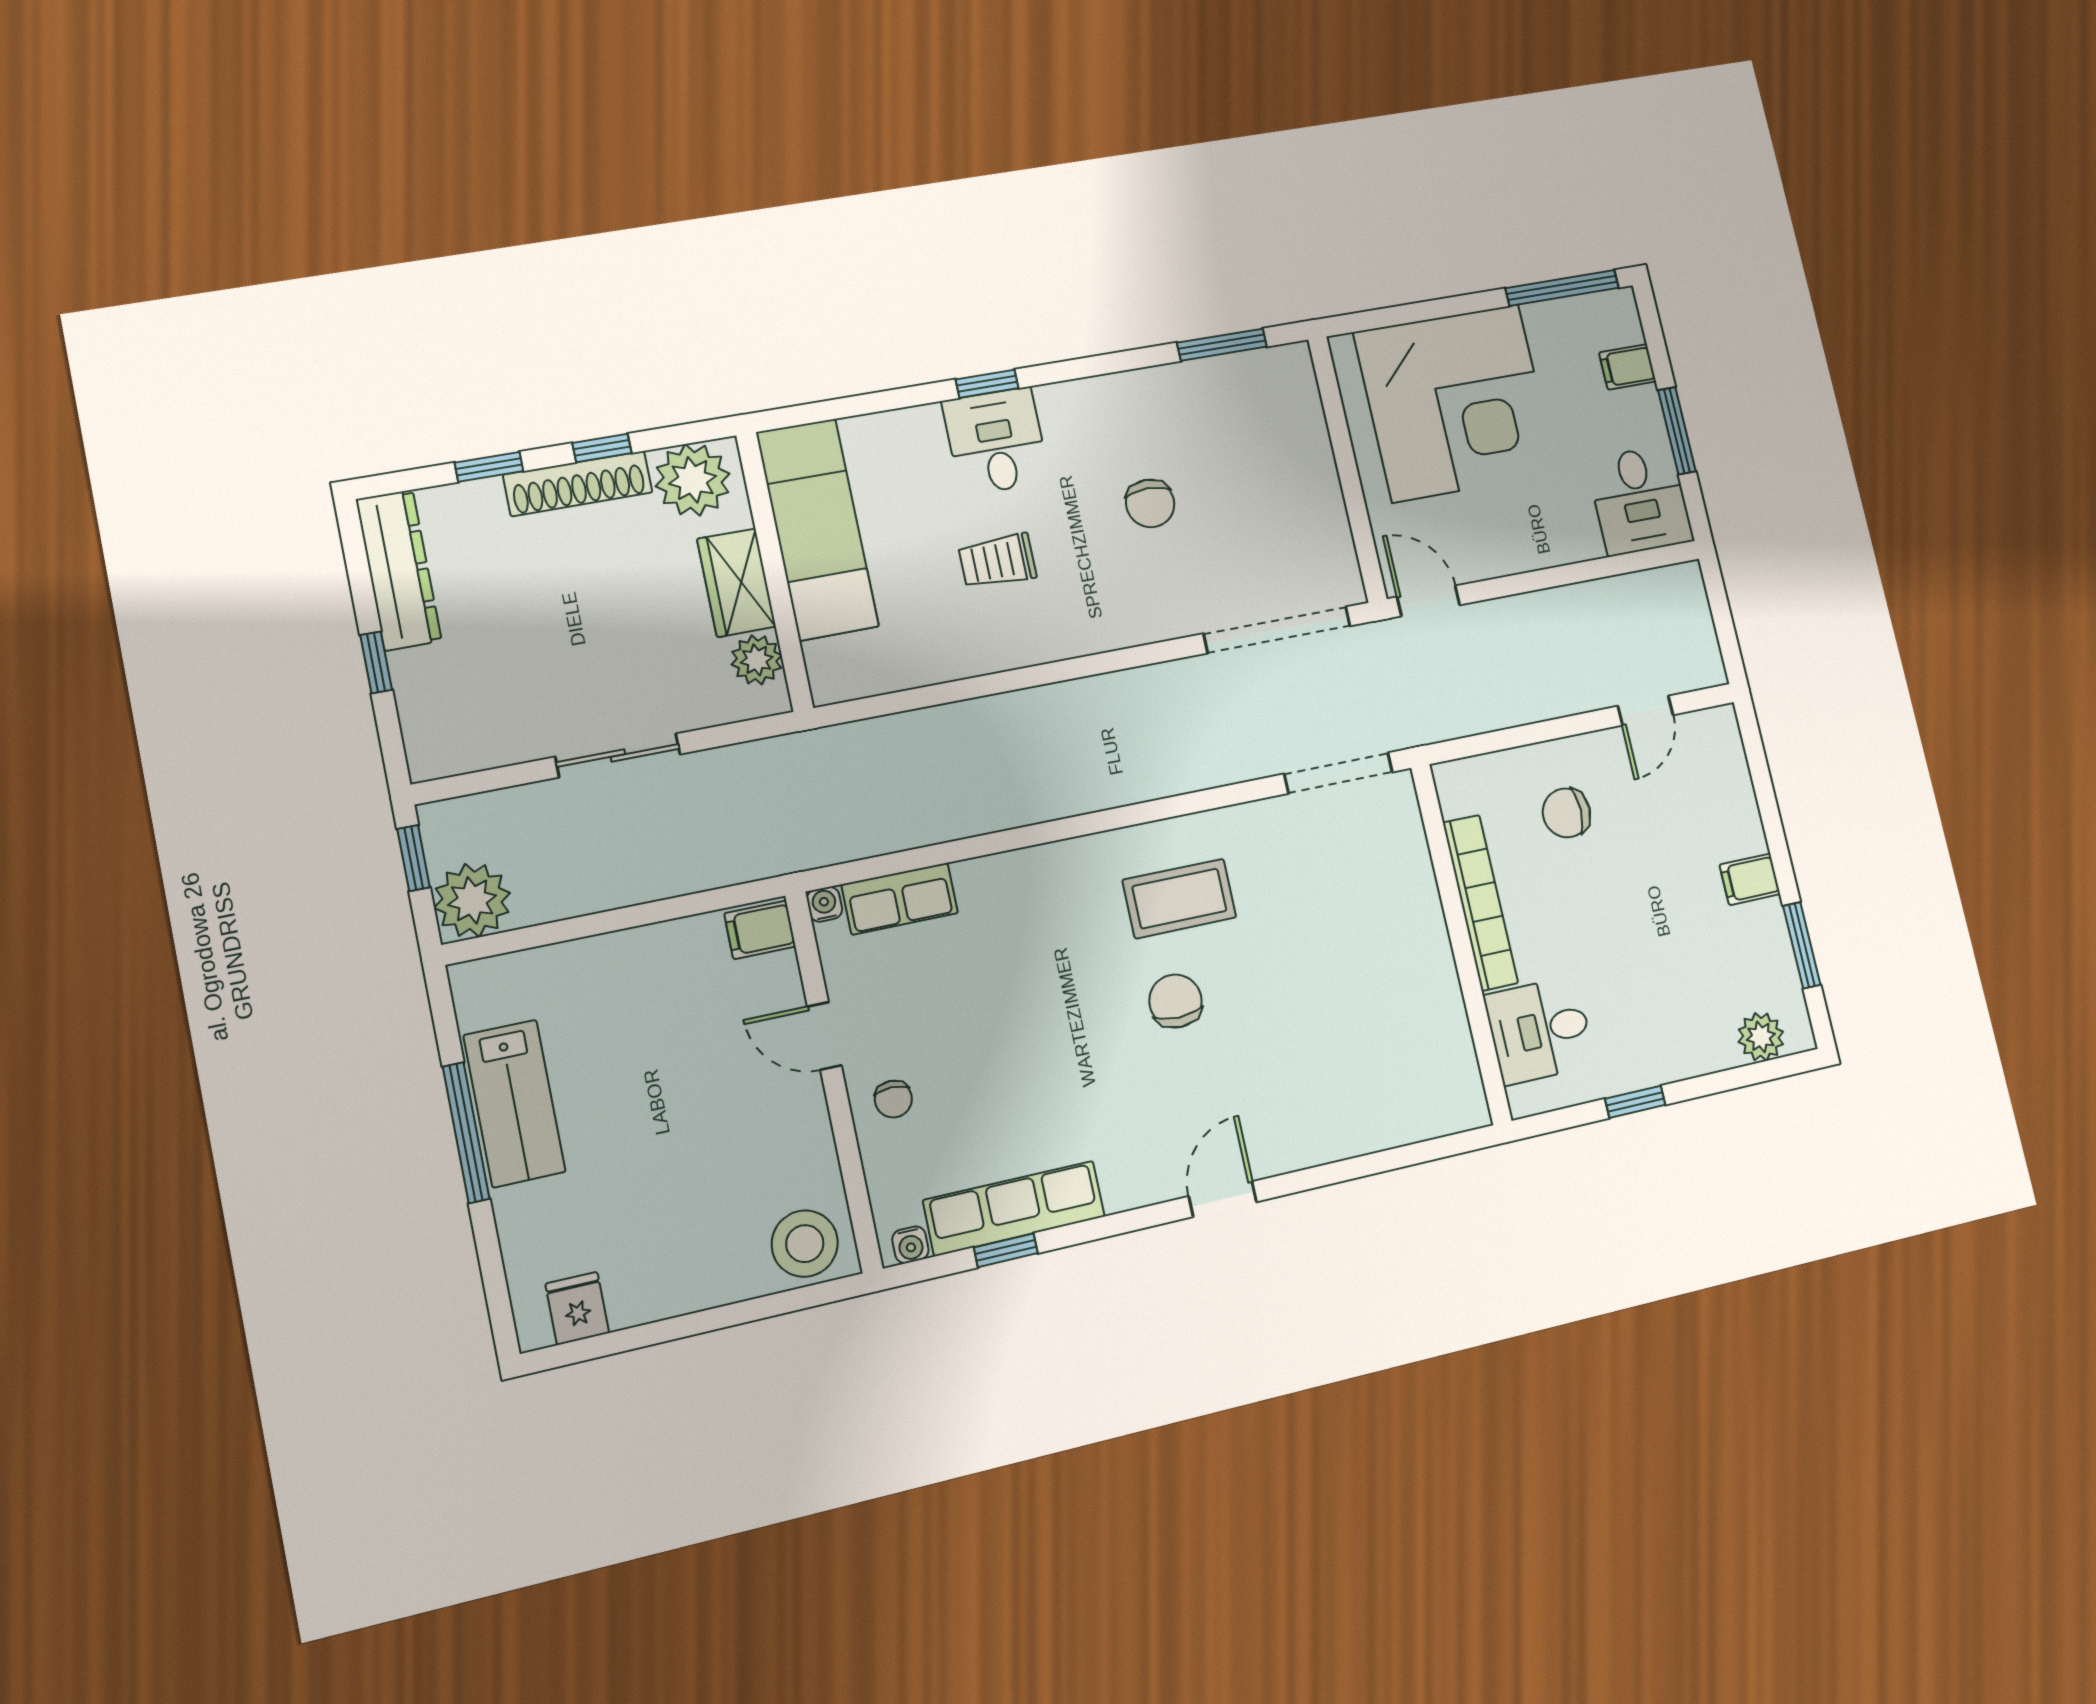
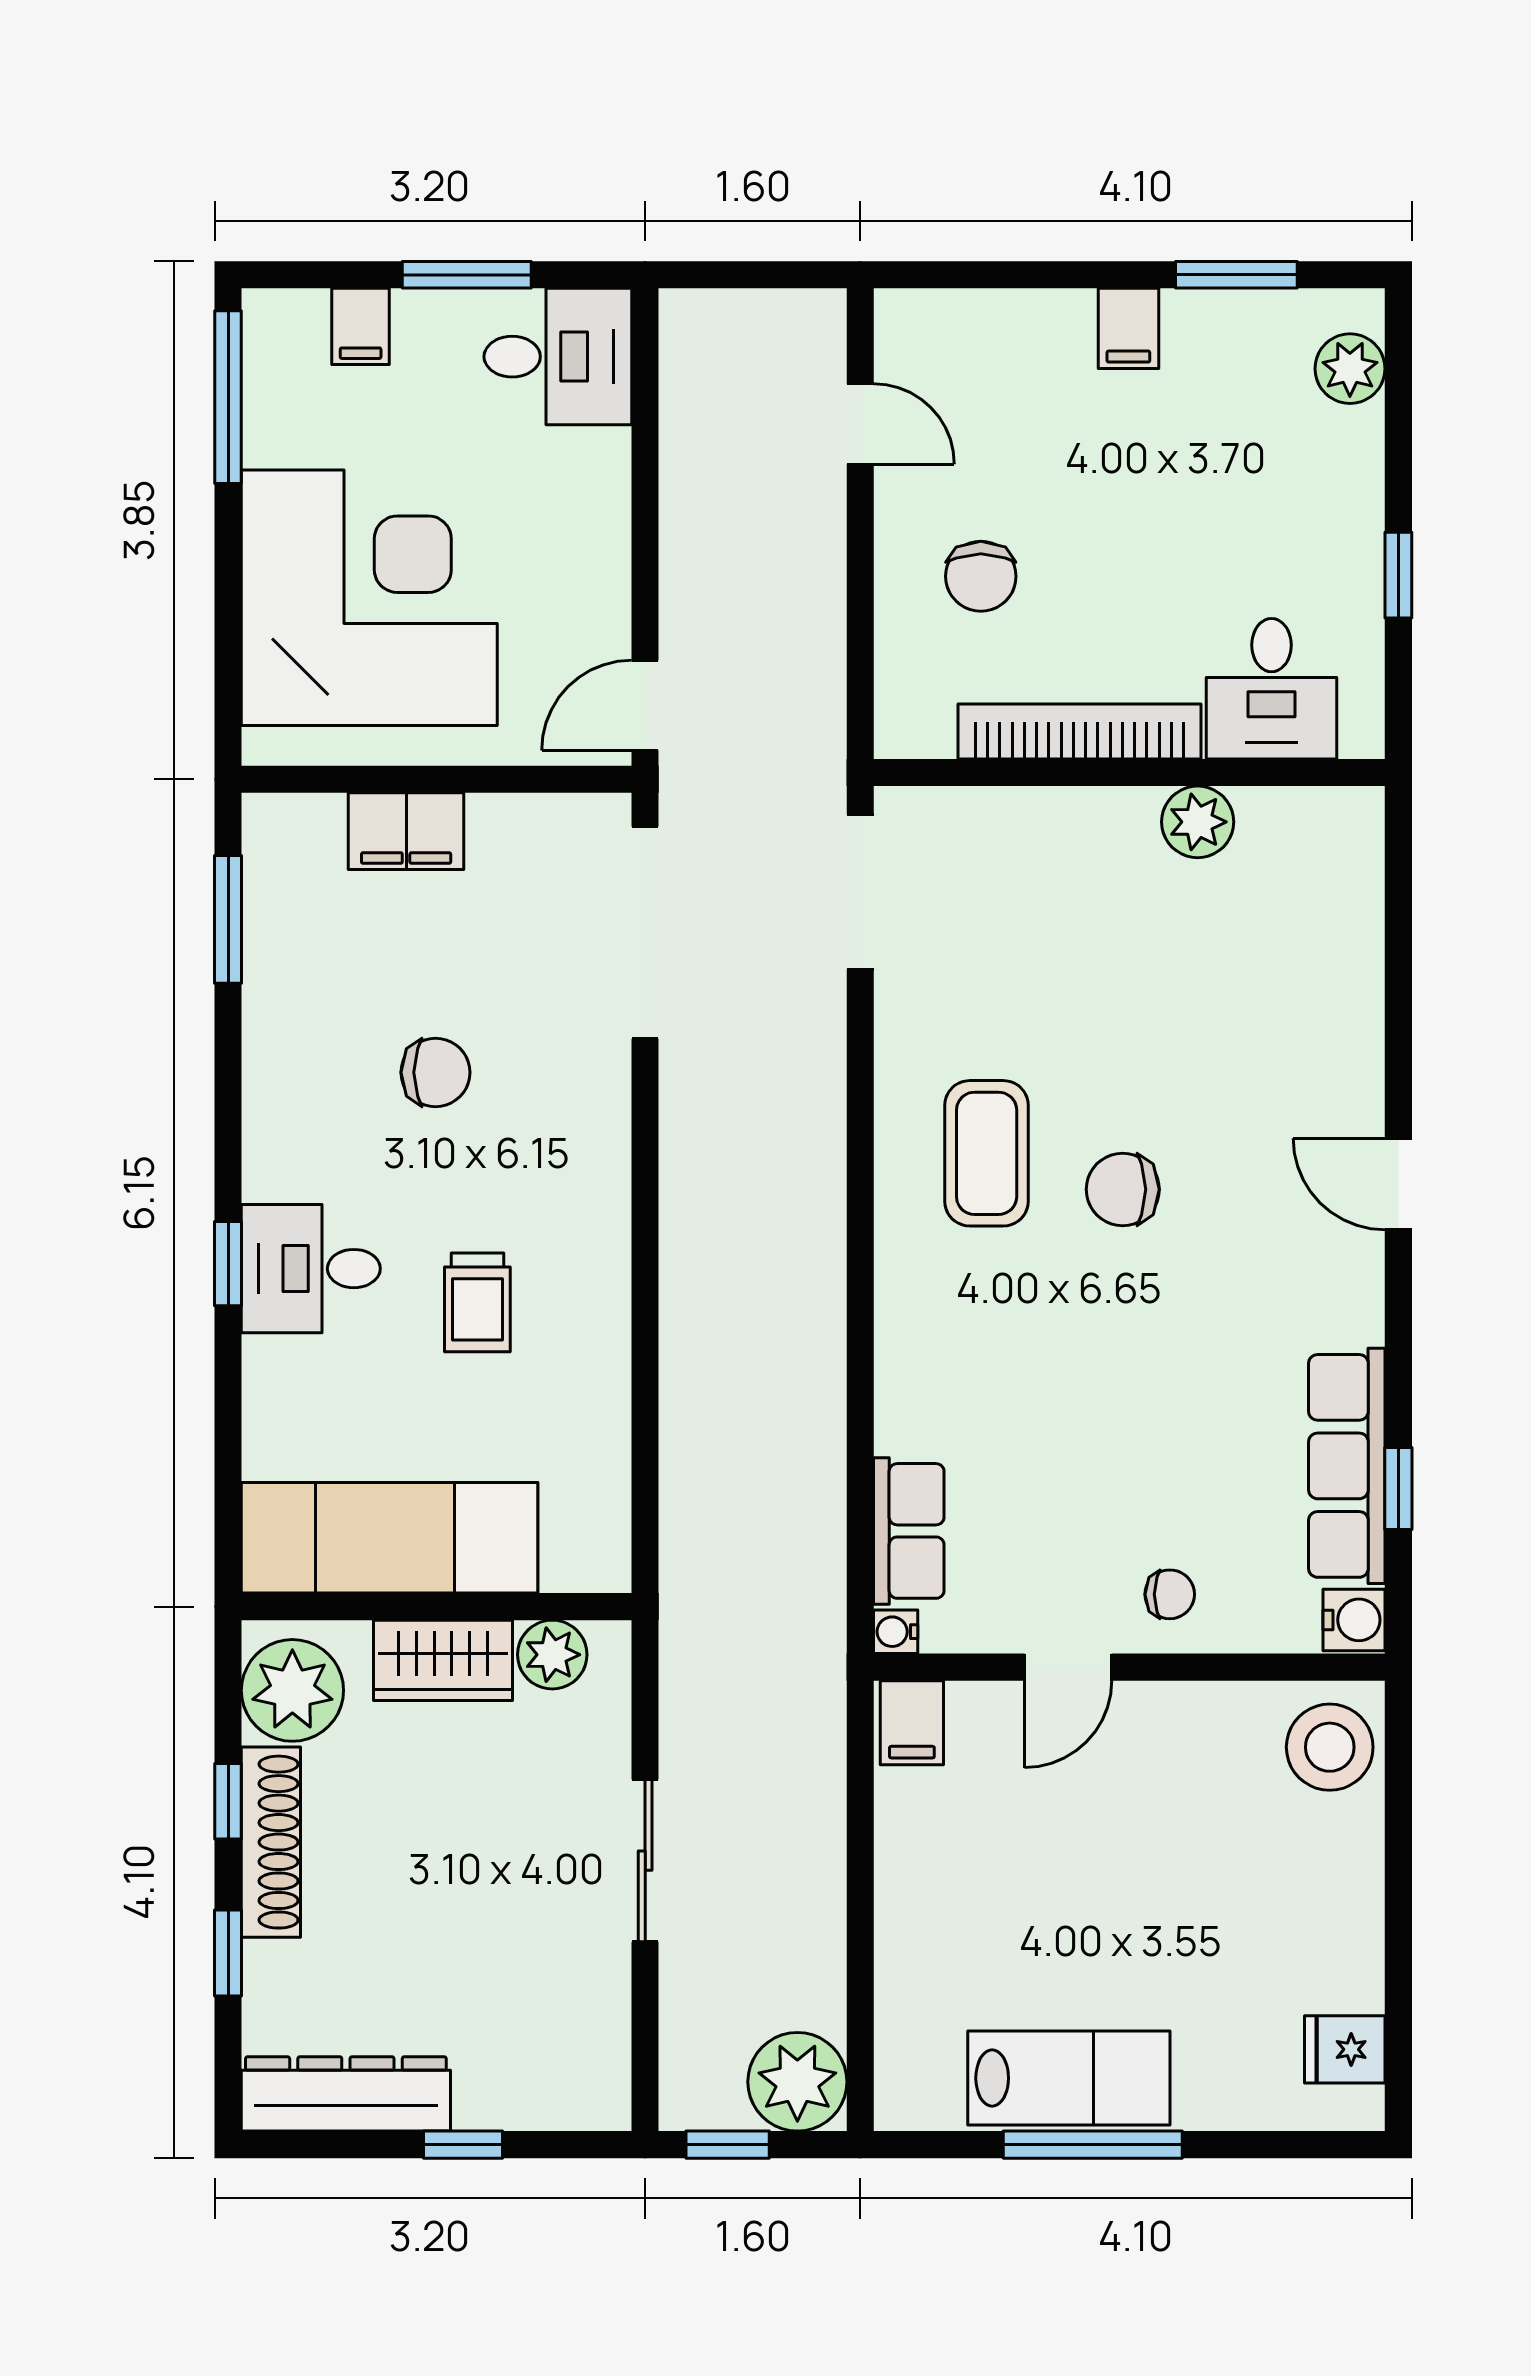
filing cabinet: (1308, 454) -> (406, 831), added
plant: (1439, 999) -> (1198, 822), added
water cooler: (910, 1245) -> (1354, 1620), width x1.38, depth x1.38

